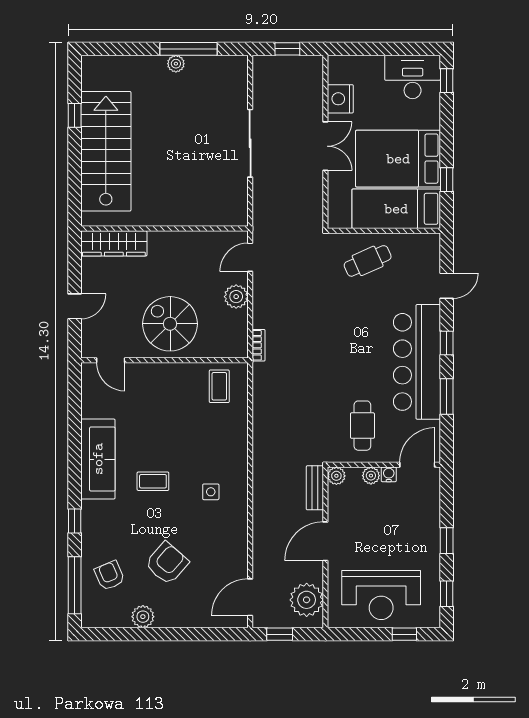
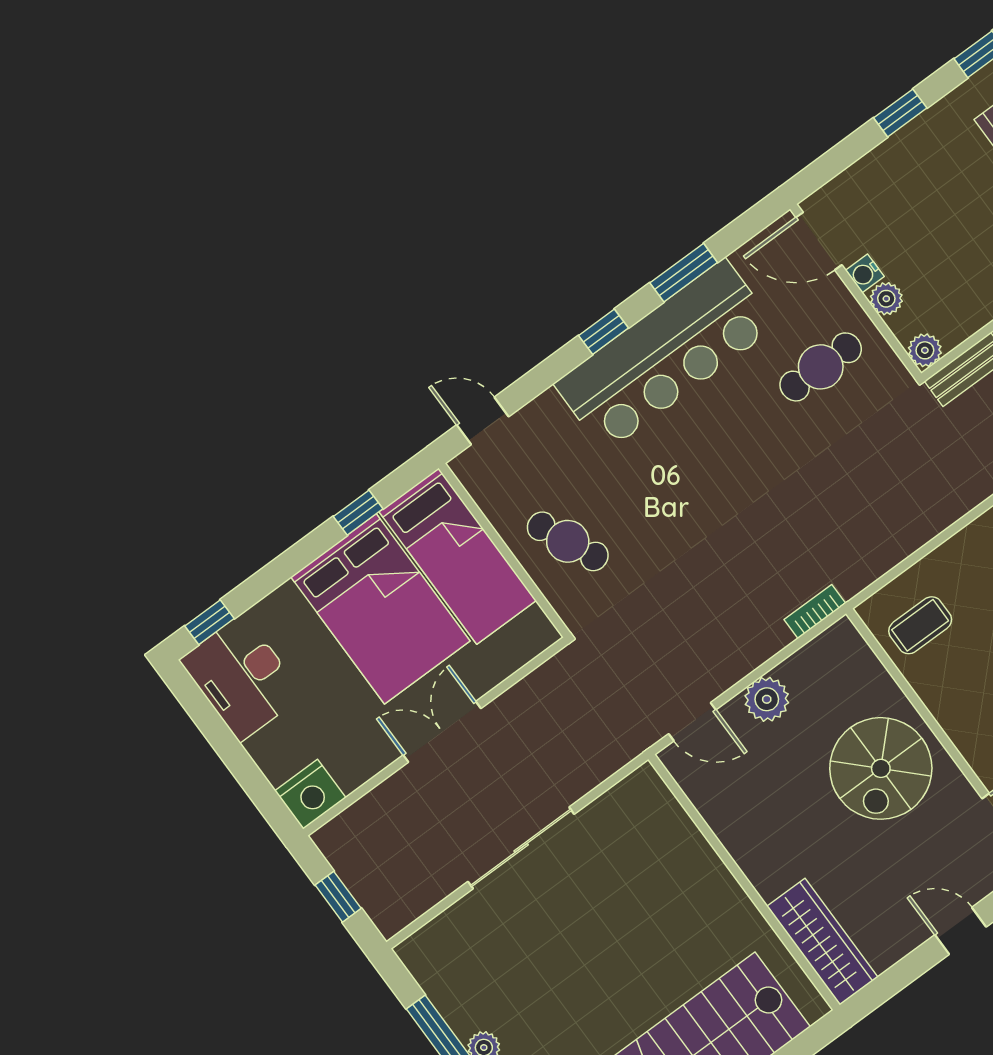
nightstand: (340, 99) -> (310, 794), moved
door: (447, 286) -> (483, 421), moved

